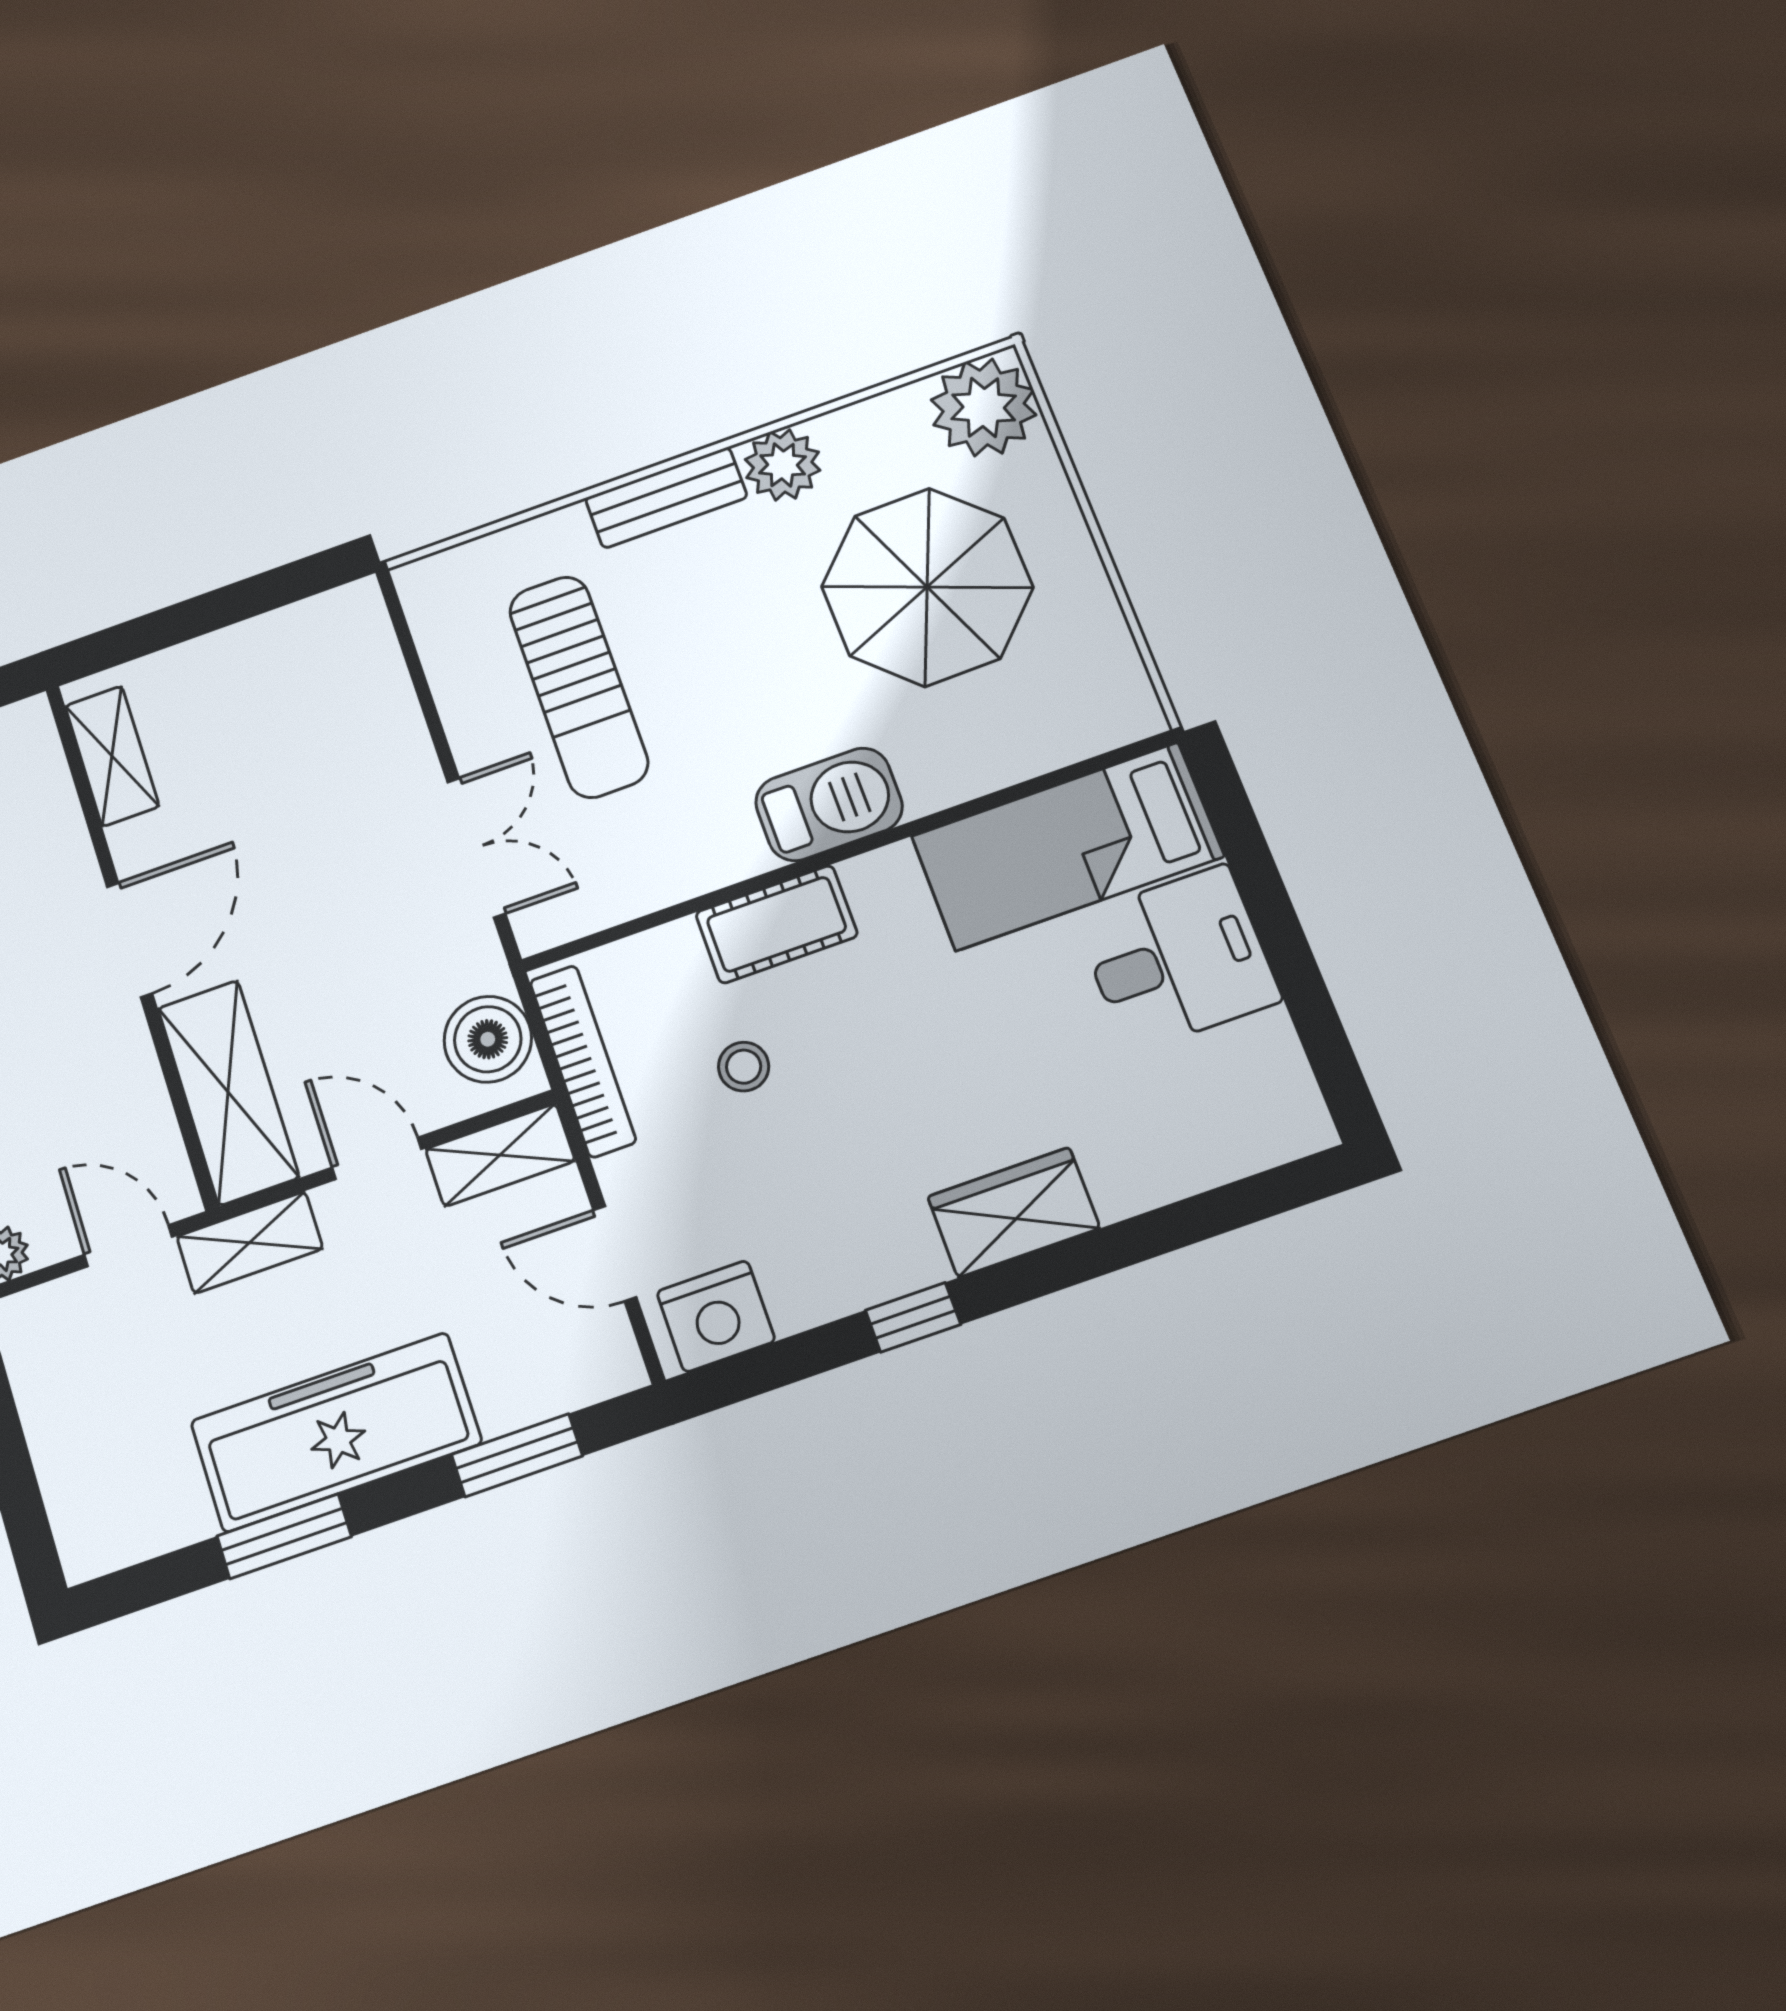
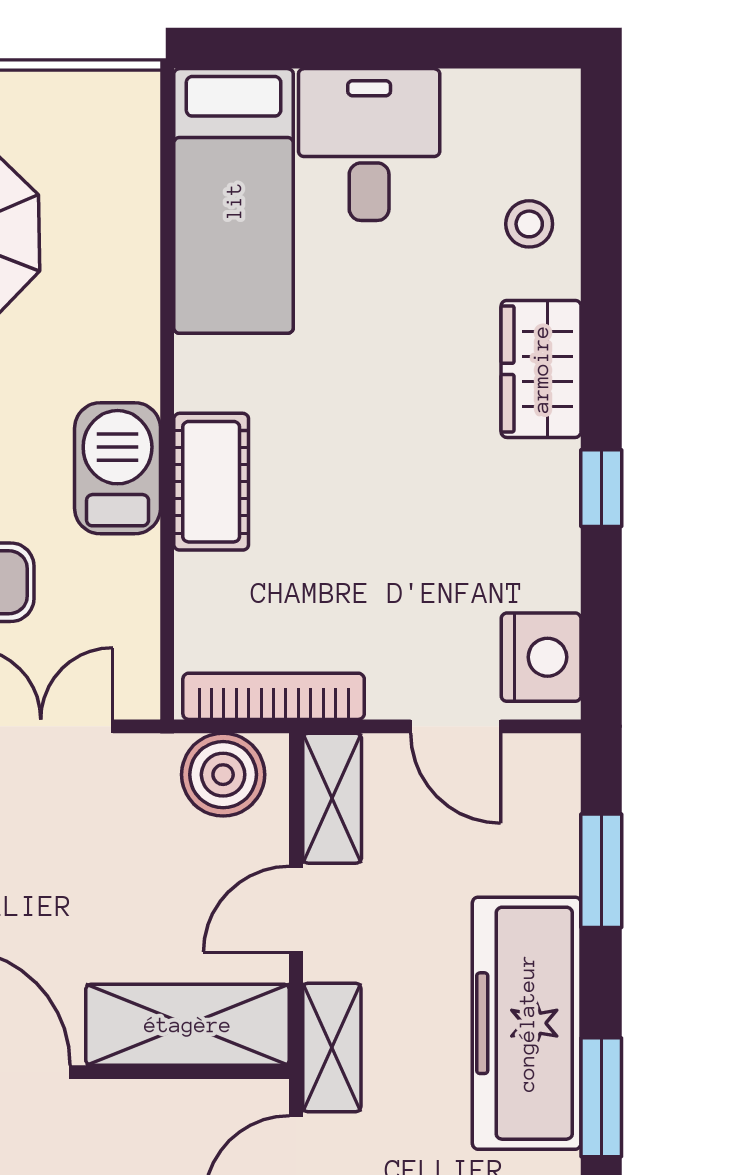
barbecue: (829, 804) -> (118, 468), moved
stool: (744, 1067) -> (529, 224), moved
door: (615, 1254) -> (456, 726), hinge flipped

